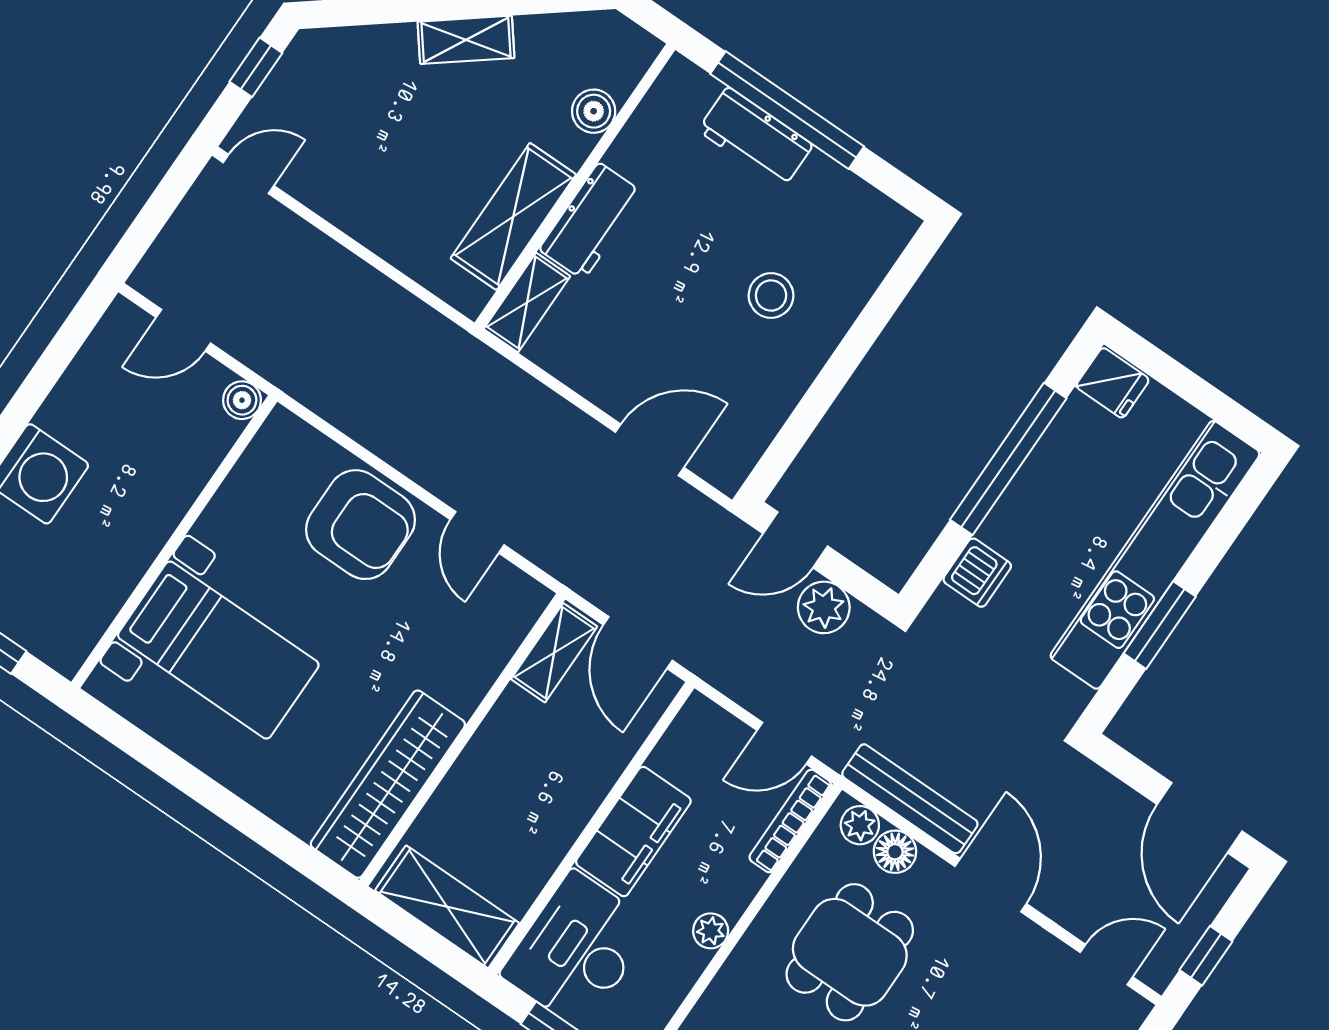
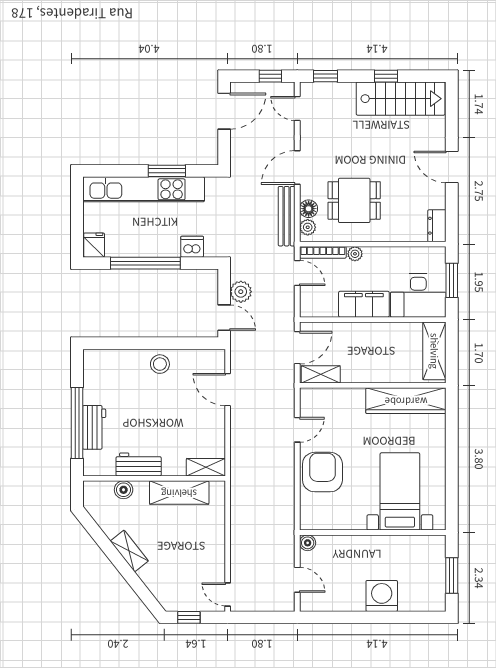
workbench: (591, 221) -> (139, 464), moved
stool: (771, 296) -> (160, 364), moved
plant: (711, 931) -> (355, 254), moved

